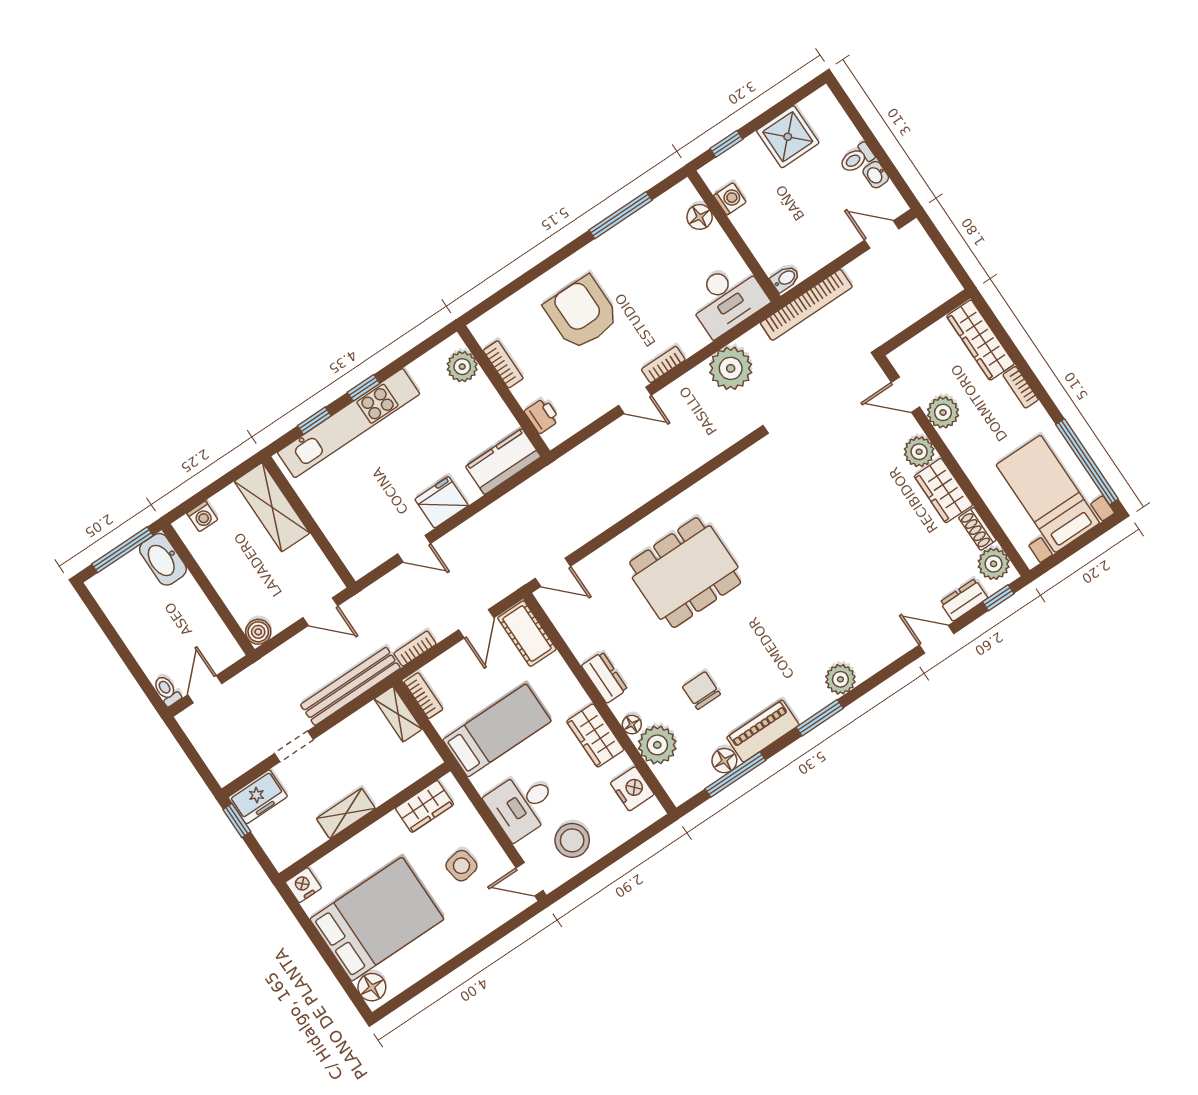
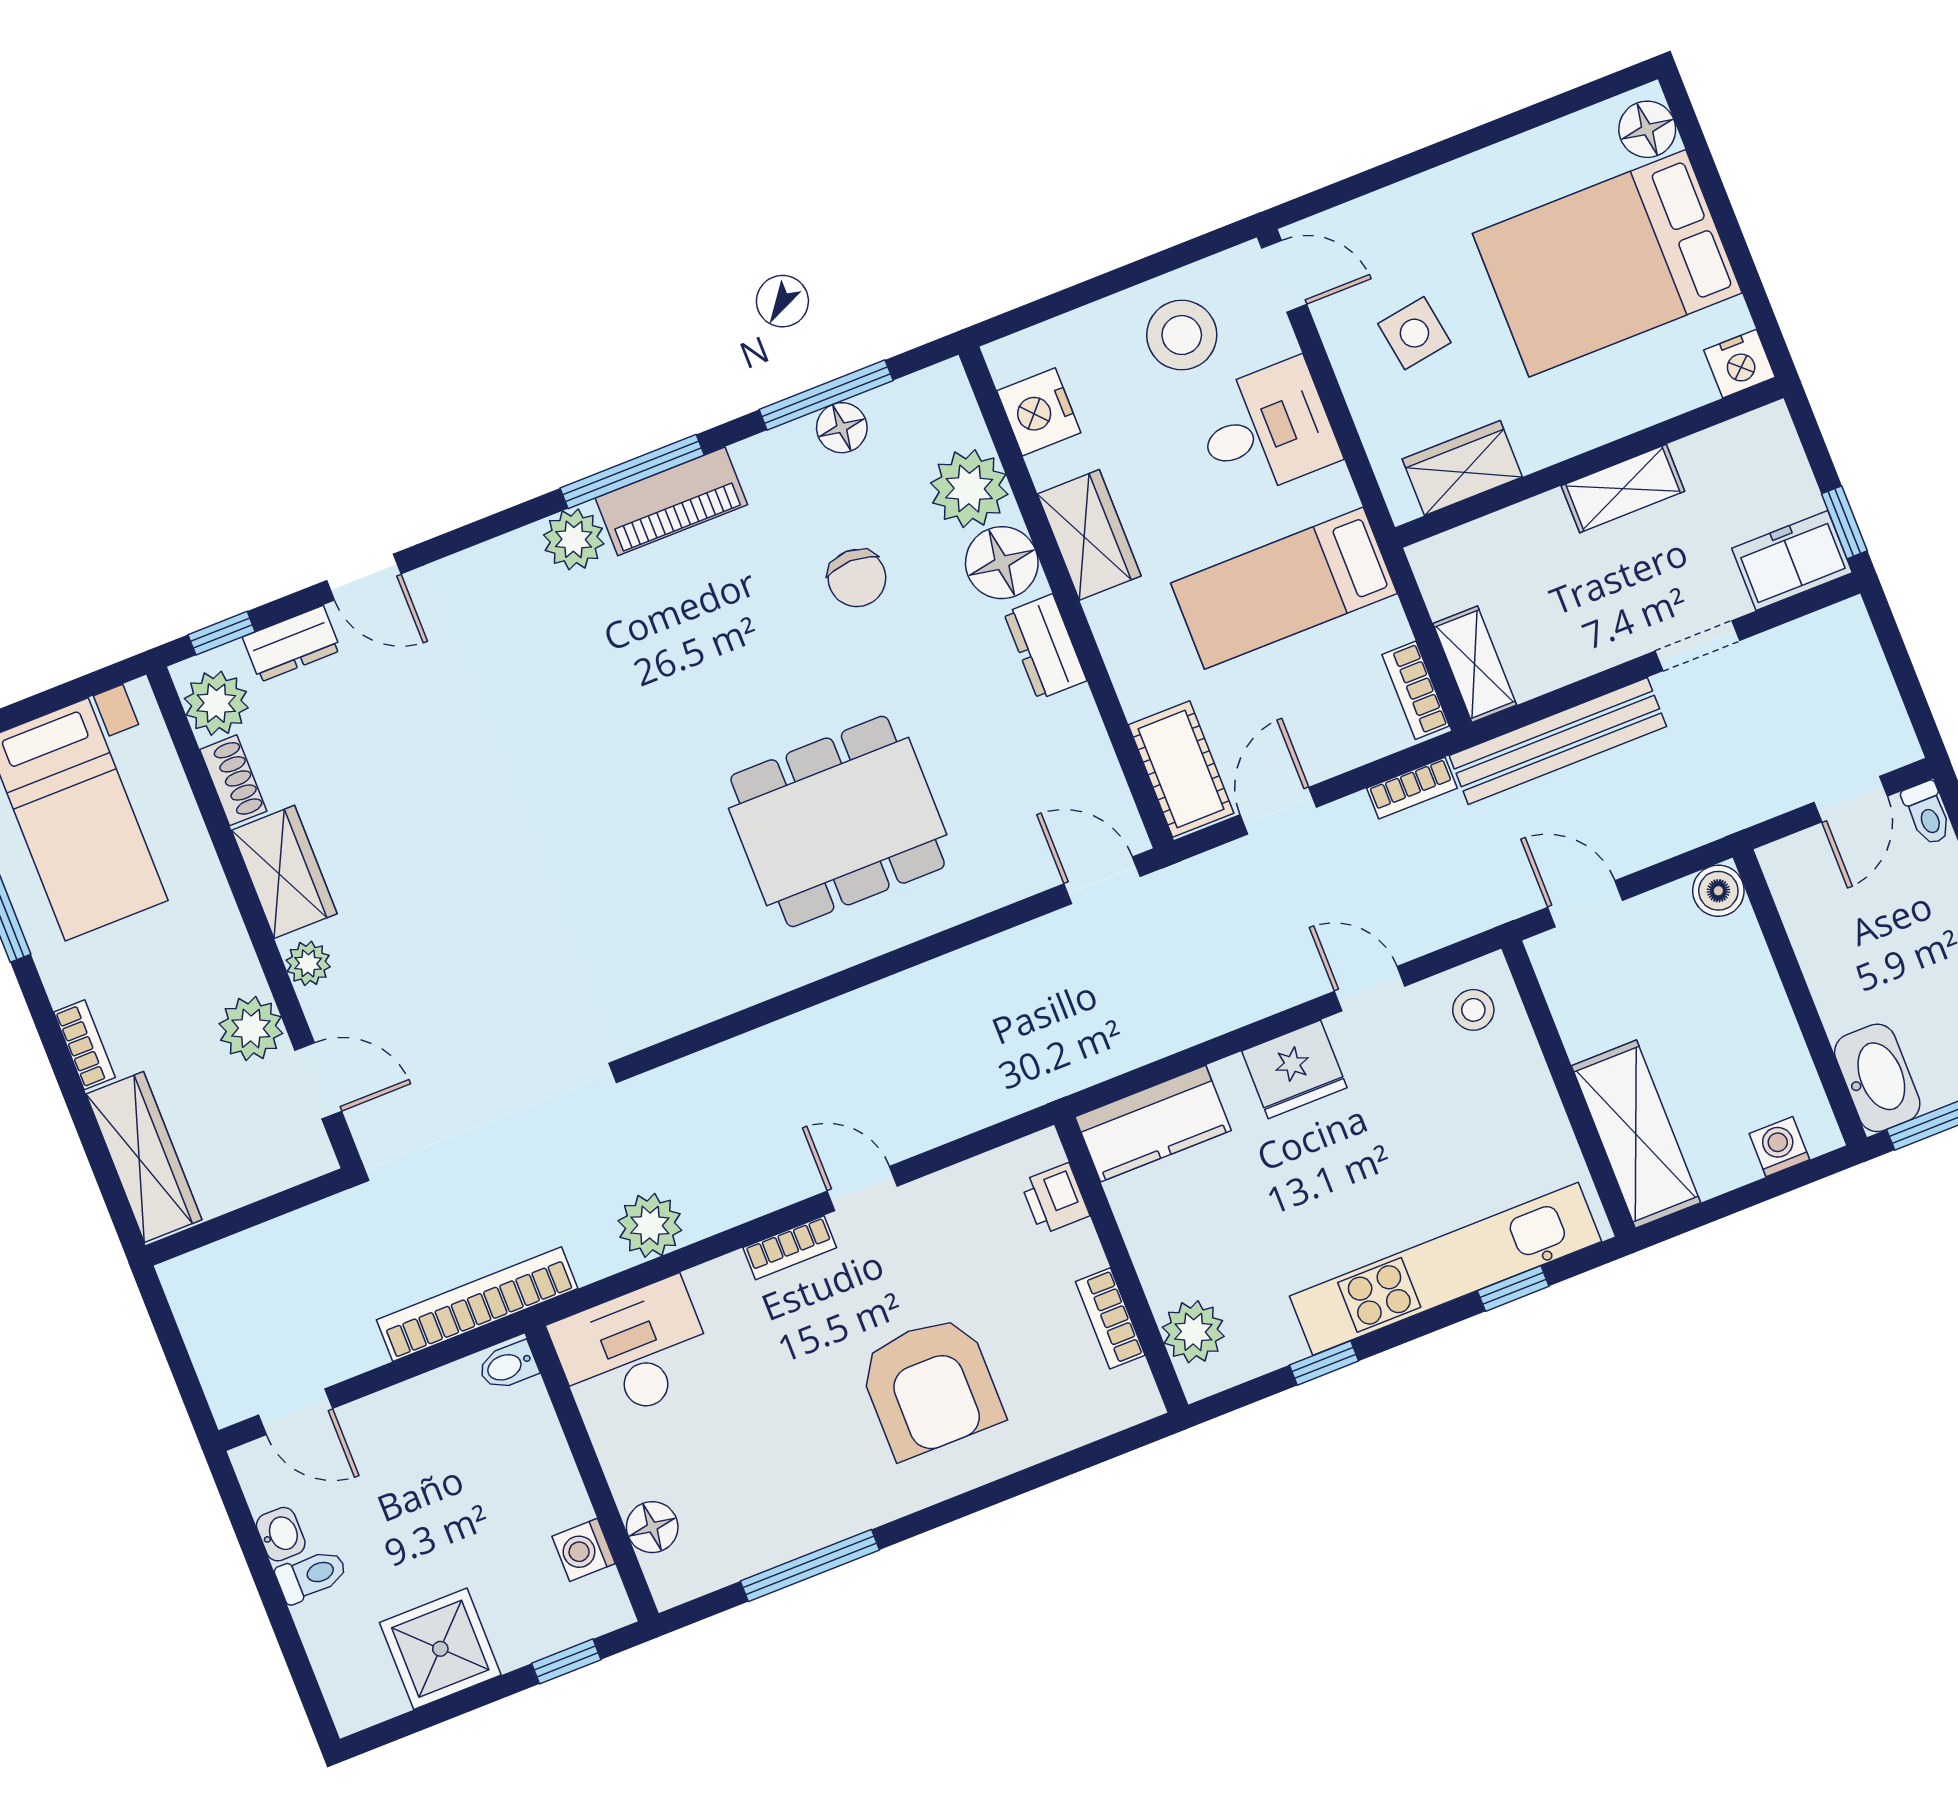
plant: (731, 368) -> (650, 1225), width x0.73, depth x0.73
window: (363, 388) -> (1324, 1363), moved
plant: (919, 452) -> (308, 963), width x0.73, depth x0.73
stool: (362, 549) -> (1473, 1010), added
window: (820, 718) -> (632, 471), width x1.44
floor lamp: (632, 725) -> (1002, 563), width x1.89, depth x1.89
piano: (763, 731) -> (671, 501), moved

